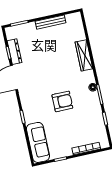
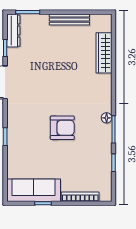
dresser: (14, 52) -> (13, 31), moved
wardrobe: (84, 55) -> (104, 53), moved
sofa: (38, 142) -> (34, 190), moved, turned -90

